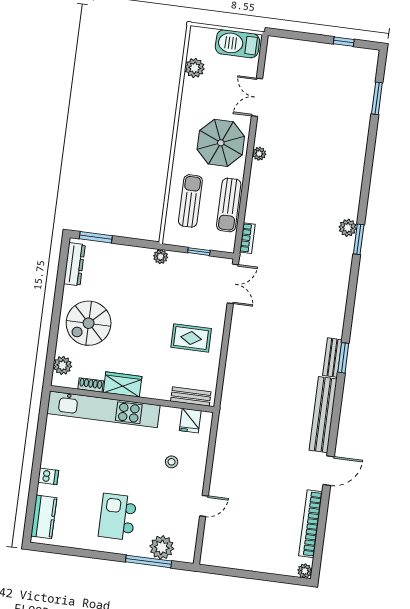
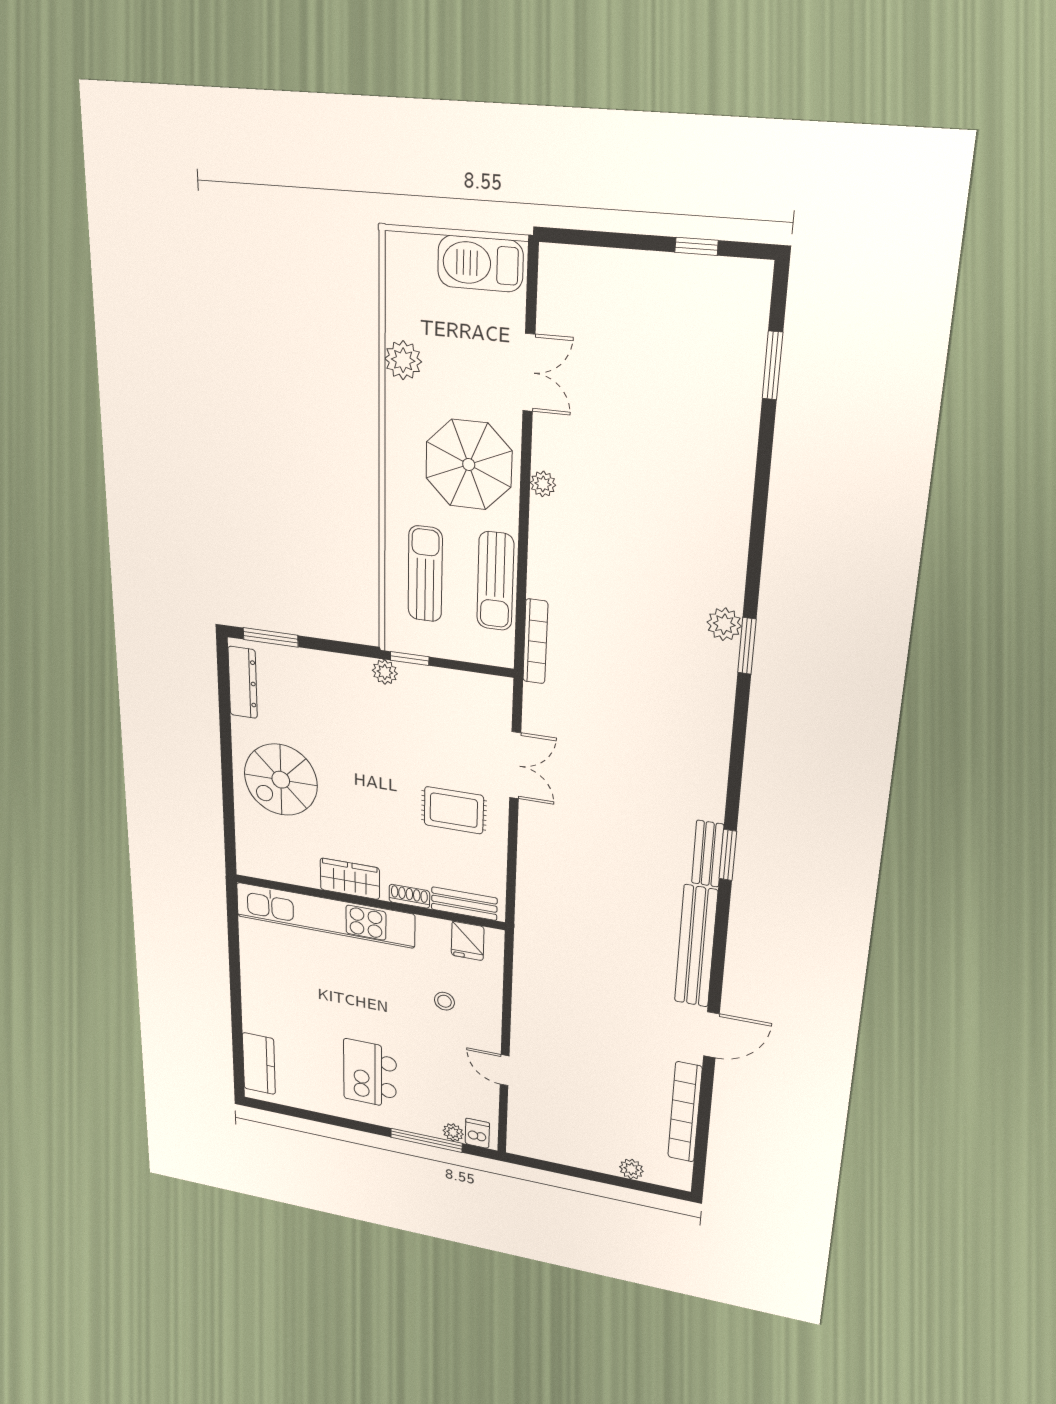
plant: (195, 68) -> (403, 360), moved
double door: (257, 97) -> (529, 373), swing flipped
bookcase: (247, 238) -> (535, 641), width x1.56
window: (199, 252) -> (410, 659), moved
double door: (233, 284) -> (515, 765), moved
plant: (62, 365) -> (250, 844), removed
shoe rack: (91, 385) -> (409, 896), moved
dishwasher: (48, 476) -> (477, 1133), moved, turned -90
door: (204, 506) -> (505, 1070), swing flipped
plant: (162, 547) -> (453, 1132), width x0.53, depth x0.53
plant: (305, 571) -> (631, 1169), moved

